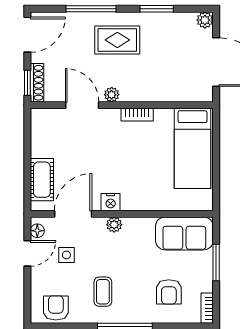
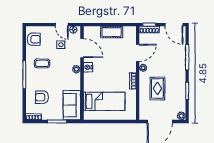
rug: (117, 40) -> (157, 88), moved
bed: (193, 148) -> (104, 101), moved, turned 180
cot: (42, 180) -> (112, 32), moved

